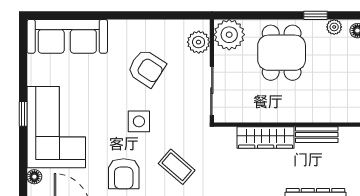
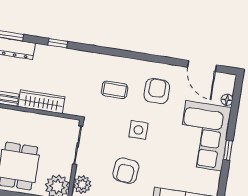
armchair: (147, 68) -> (126, 171), turned -118
coffee table: (177, 167) -> (115, 90), turned -41

